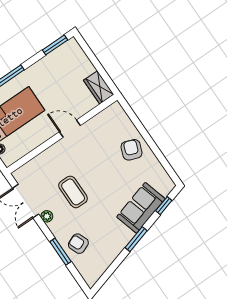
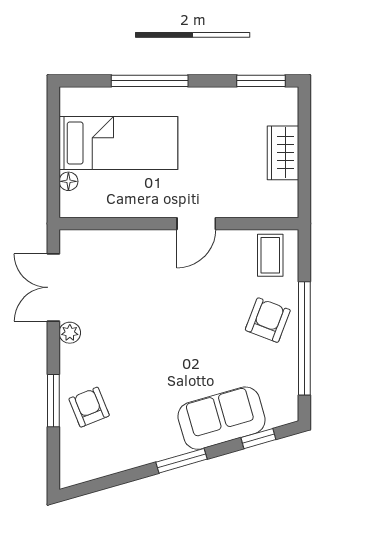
wardrobe: (99, 87) -> (283, 153), moved
door: (70, 129) -> (196, 224), swing flipped
window: (153, 147) -> (304, 338), added
coffee table: (73, 192) -> (270, 255), moved, width x0.73, depth x0.77

